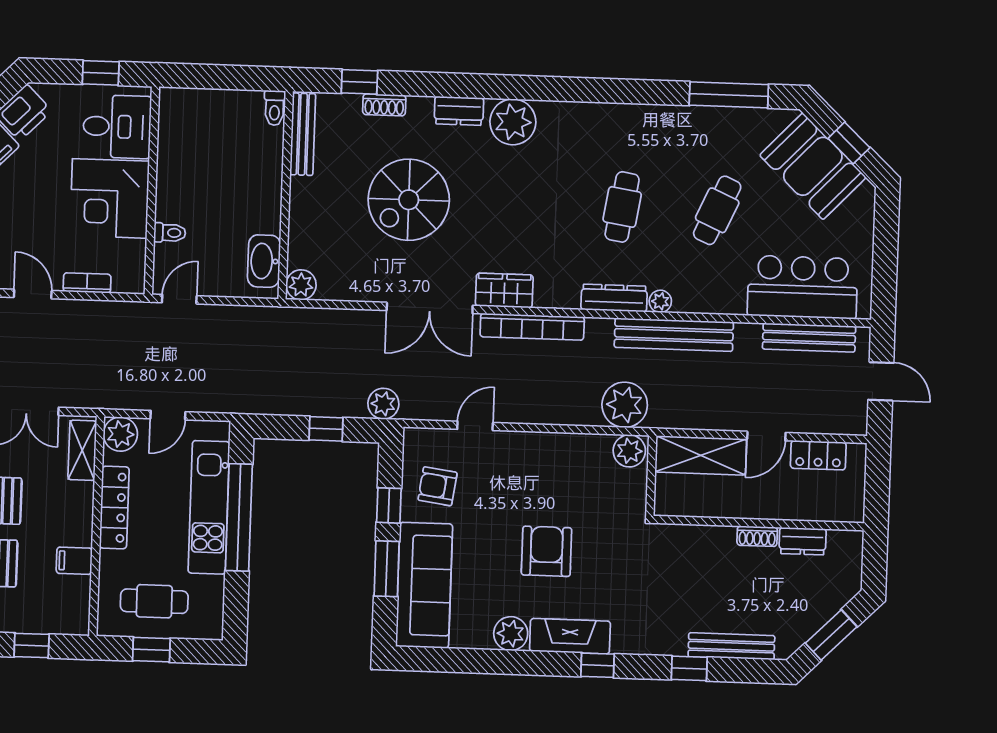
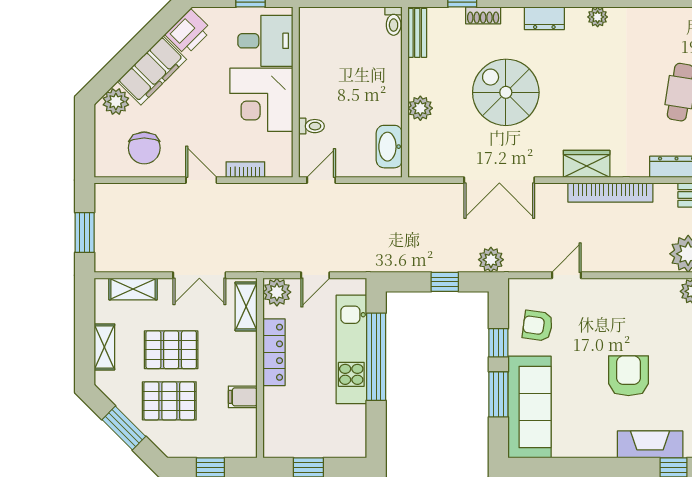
plant: (513, 122) -> (598, 17), width x0.53, depth x0.53
bench: (303, 134) -> (417, 33), width x0.73
spiral stairs: (409, 200) -> (506, 92), turned 90
plant: (301, 285) -> (420, 108), moved
double door: (430, 308) -> (499, 180), moved
cafe table: (154, 601) -> (309, 428), removed
plant: (511, 634) -> (602, 444), removed

